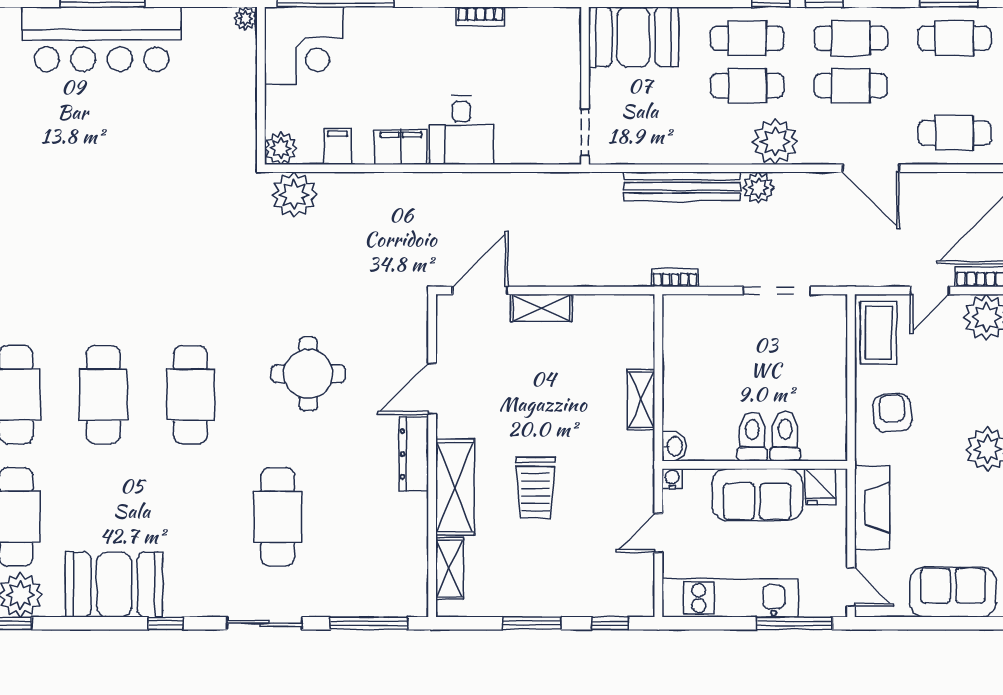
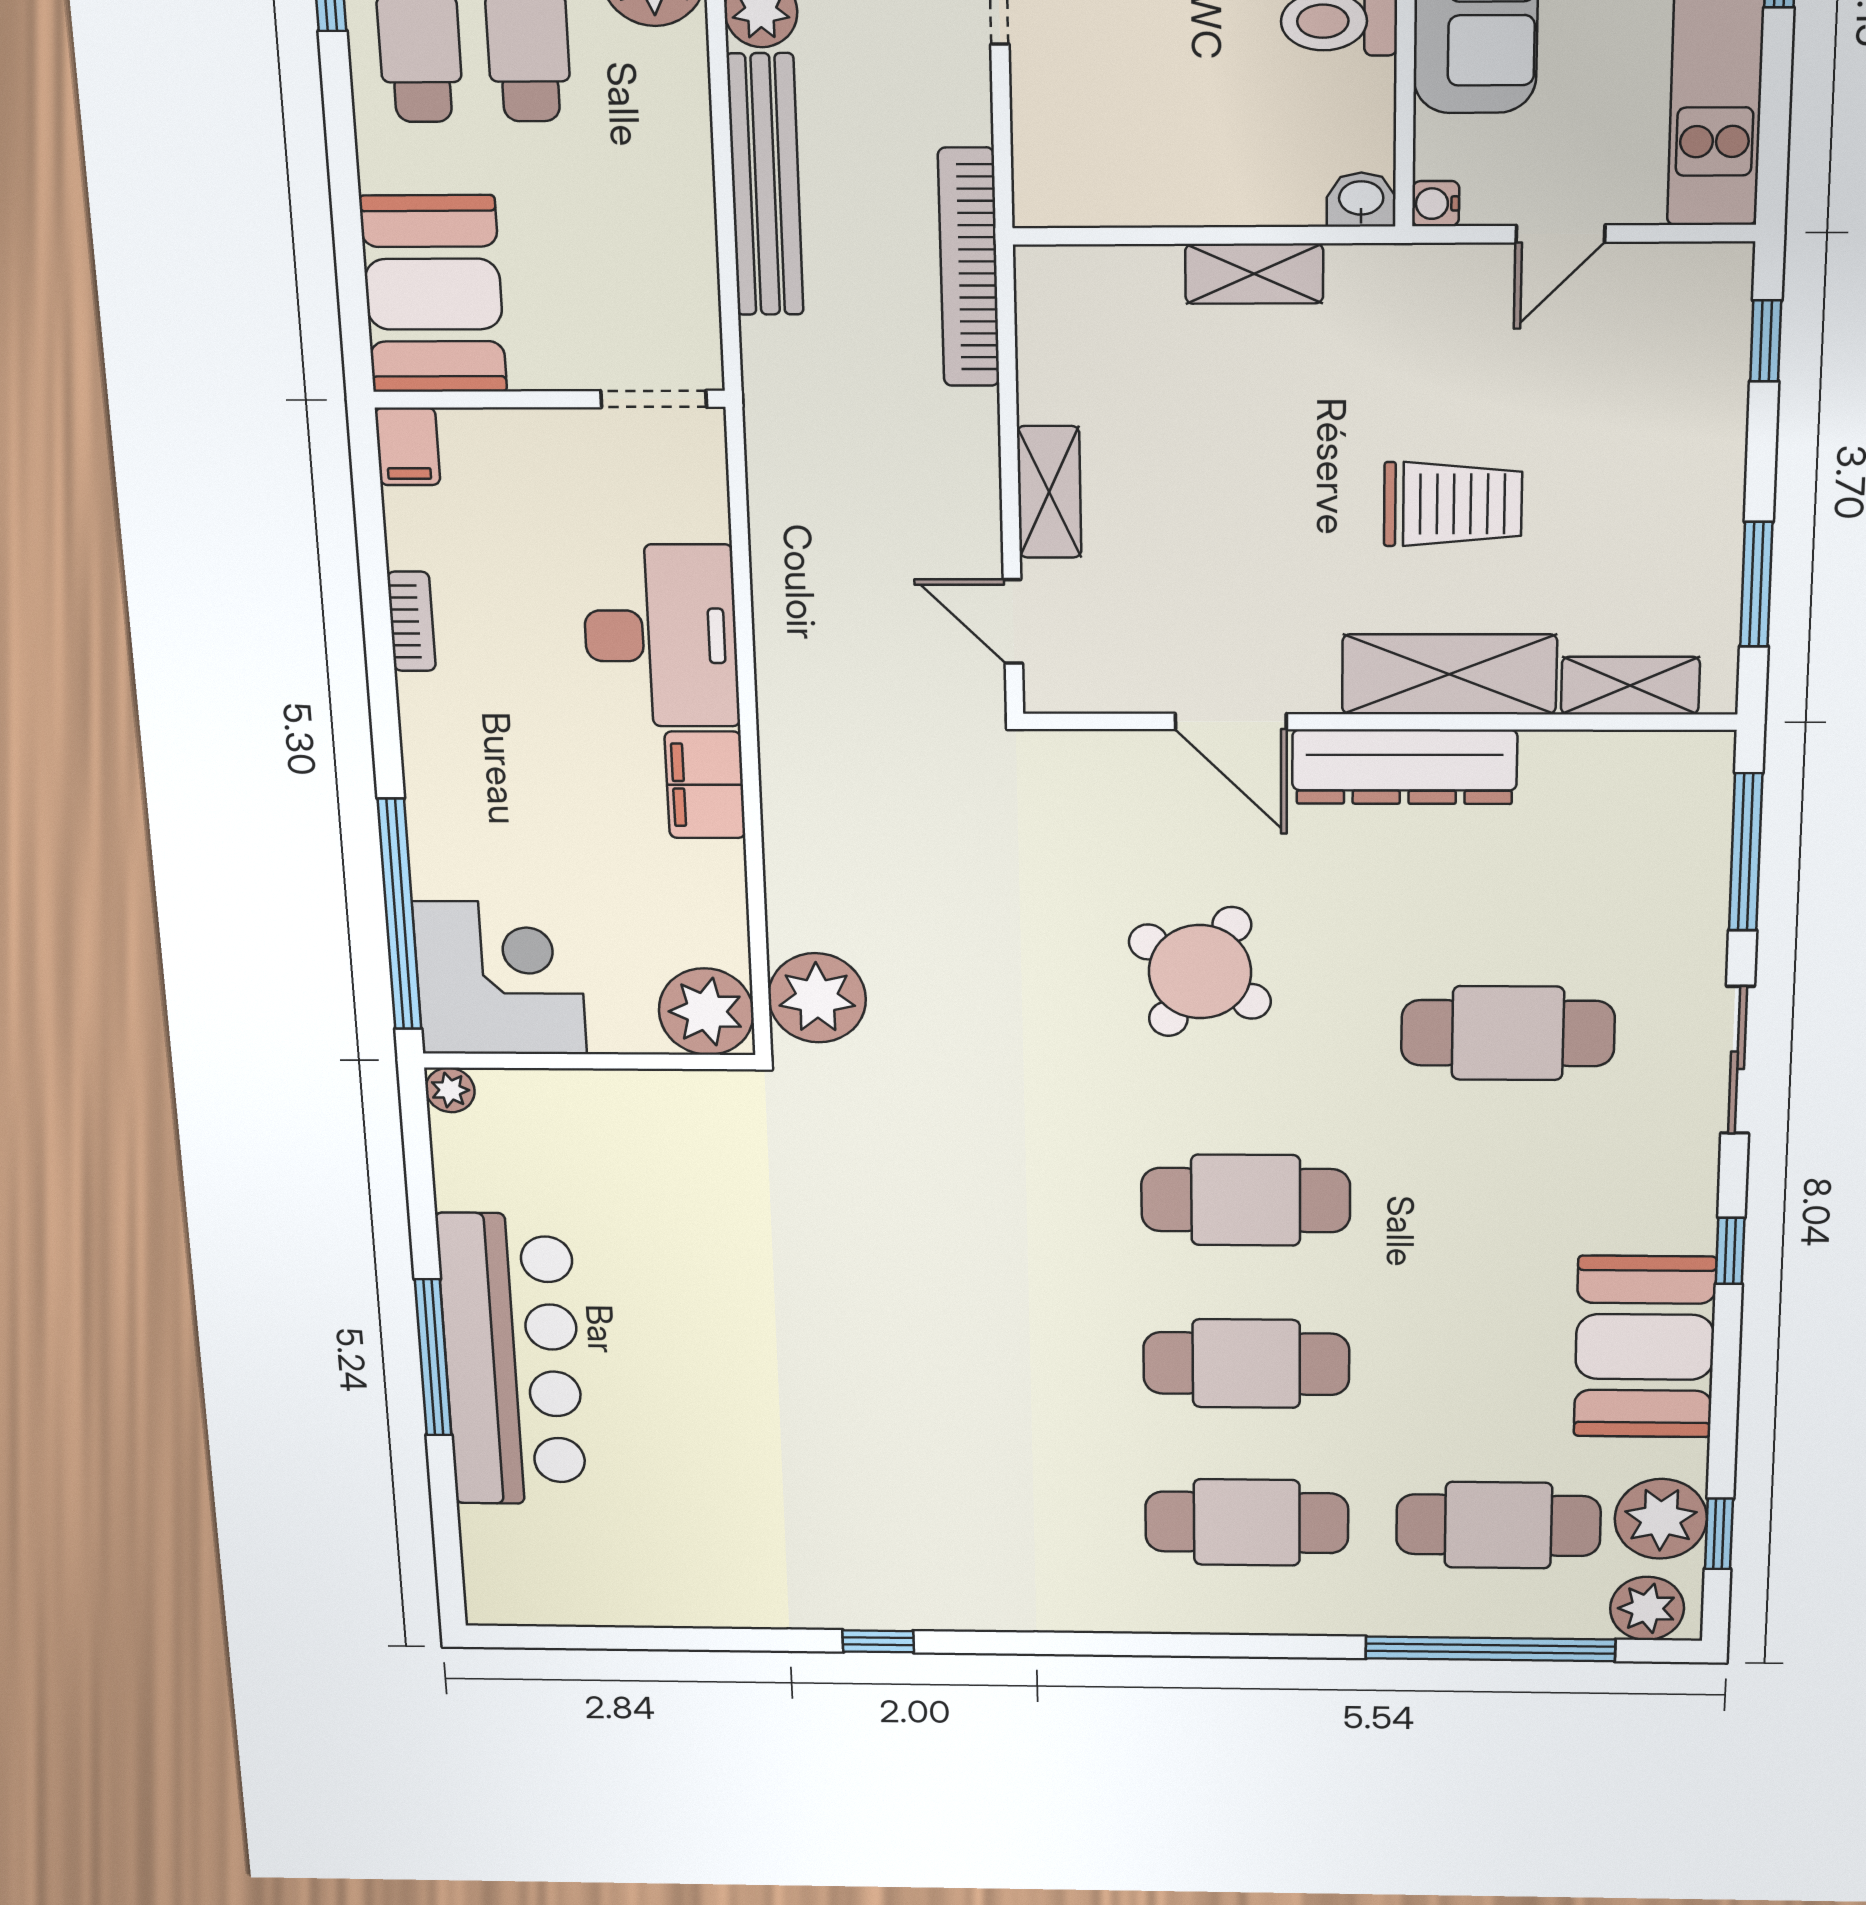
desk: (461, 130) -> (661, 636), width x1.37
filing cabinet: (338, 146) -> (408, 446), moved, turned -90
plant: (281, 148) -> (706, 1012), width x1.36, depth x1.36
bookcase: (675, 278) -> (969, 268), width x2.31, depth x1.31
door: (480, 291) -> (1013, 622), width x0.73
round table: (308, 374) -> (1200, 972), turned 32
dresser: (414, 454) -> (1404, 767), width x1.37, depth x1.24
door: (658, 533) -> (1560, 234), hinge flipped
window: (532, 623) -> (1756, 584), moved

